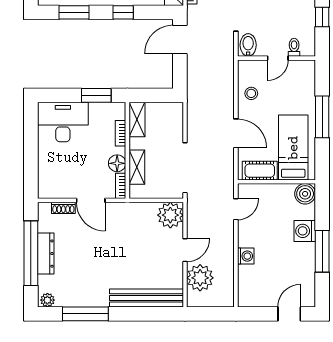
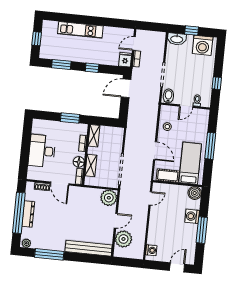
desk: (63, 122) -> (42, 151), moved, turned -90
washing machine: (246, 256) -> (151, 250), moved

